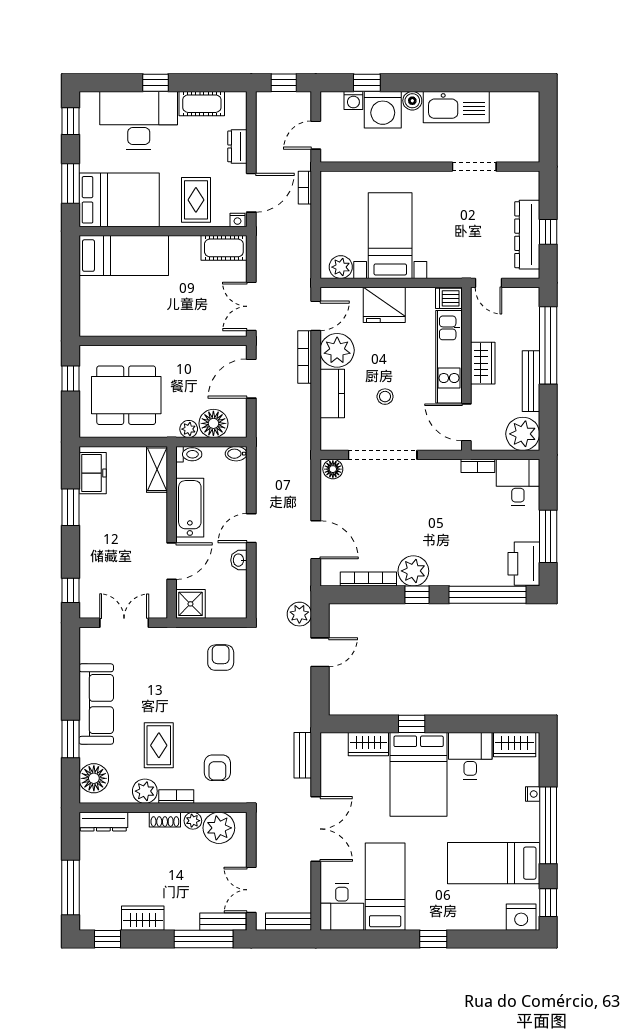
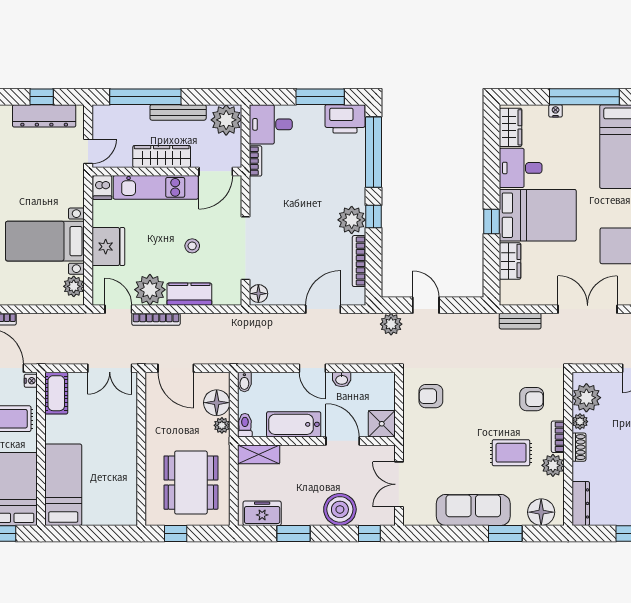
wardrobe: (483, 363) -> (162, 156), width x1.50
boiler: (97, 558) -> (340, 509), added

